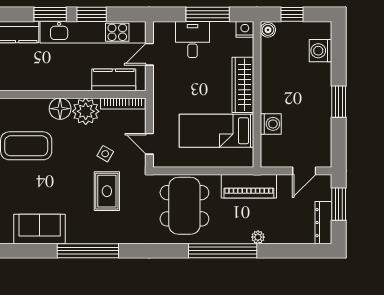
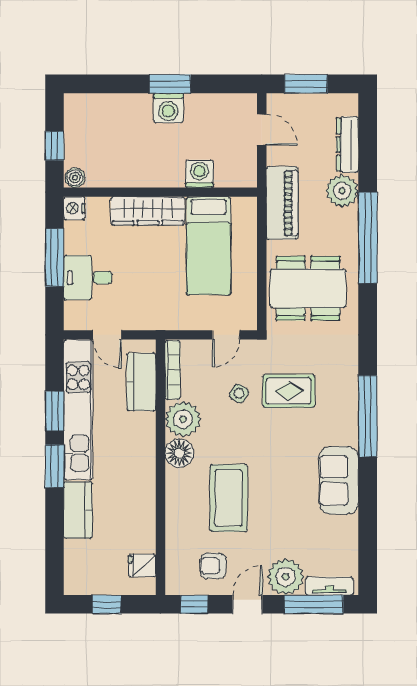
washing machine: (320, 51) -> (168, 108), moved
dresser: (323, 223) -> (347, 145), moved, turned 90
plant: (258, 237) -> (342, 191), width x1.88, depth x1.88

